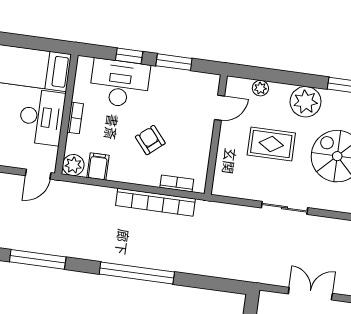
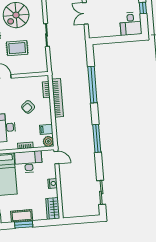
rug: (271, 144) -> (17, 48), turned 90
window: (38, 259) -> (97, 138), moved
window: (137, 273) -> (92, 85), moved

